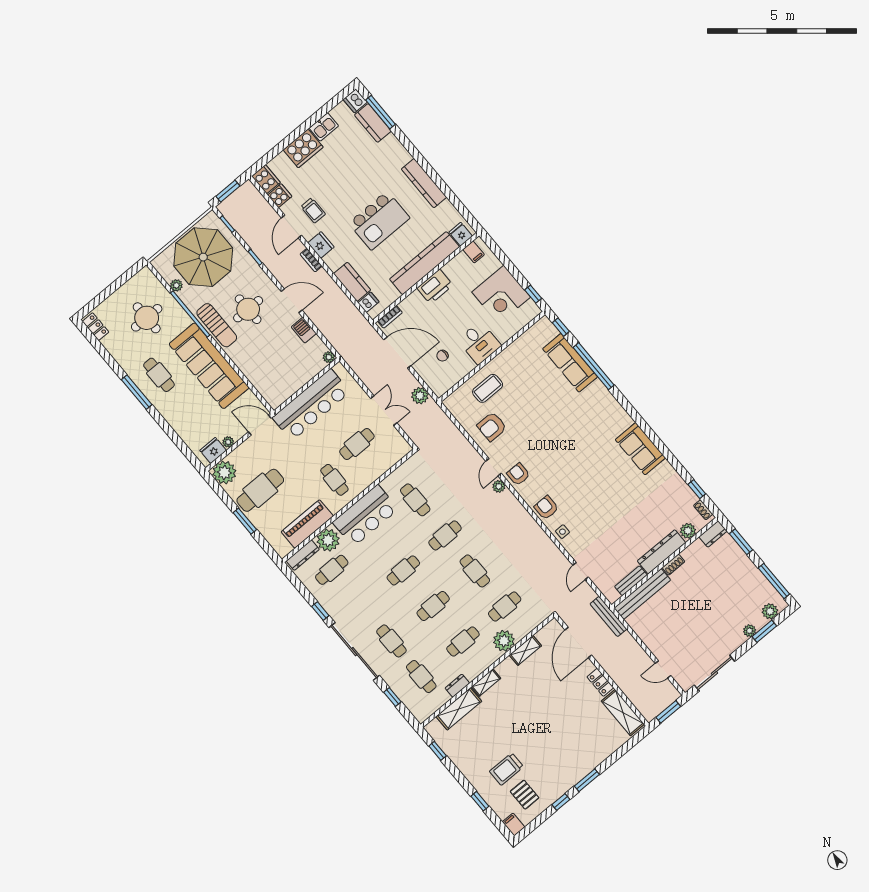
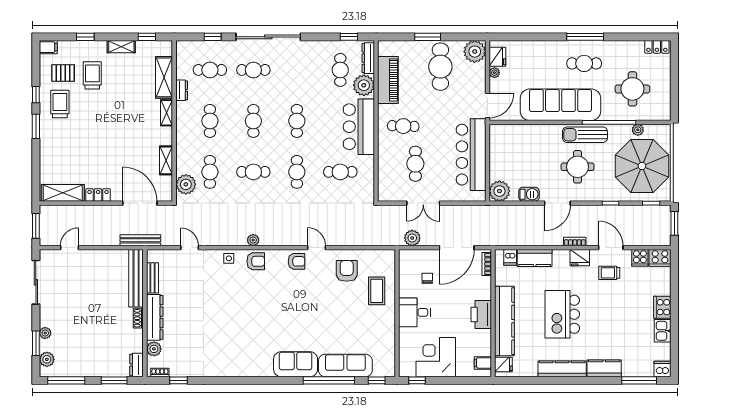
kitchen counter: (373, 123) -> (604, 368), moved
cooker: (303, 148) -> (662, 307), width x0.73, depth x0.76
plant: (329, 357) -> (499, 191), width x1.87, depth x1.87
sofa: (640, 449) -> (296, 364), moved
plant: (499, 486) -> (253, 240), moved
window: (320, 611) -> (349, 37), moved
plant: (504, 641) -> (186, 184), moved
shelving: (463, 765) -> (121, 47), added
trolley: (552, 776) -> (60, 104), added

